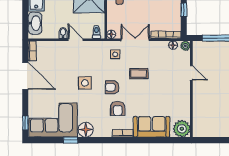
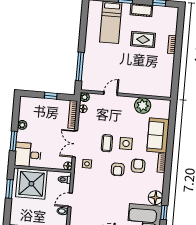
side table: (85, 83) -> (126, 143), moved
armchair: (118, 109) -> (138, 166), turned -90
plant: (182, 129) -> (143, 106), moved

